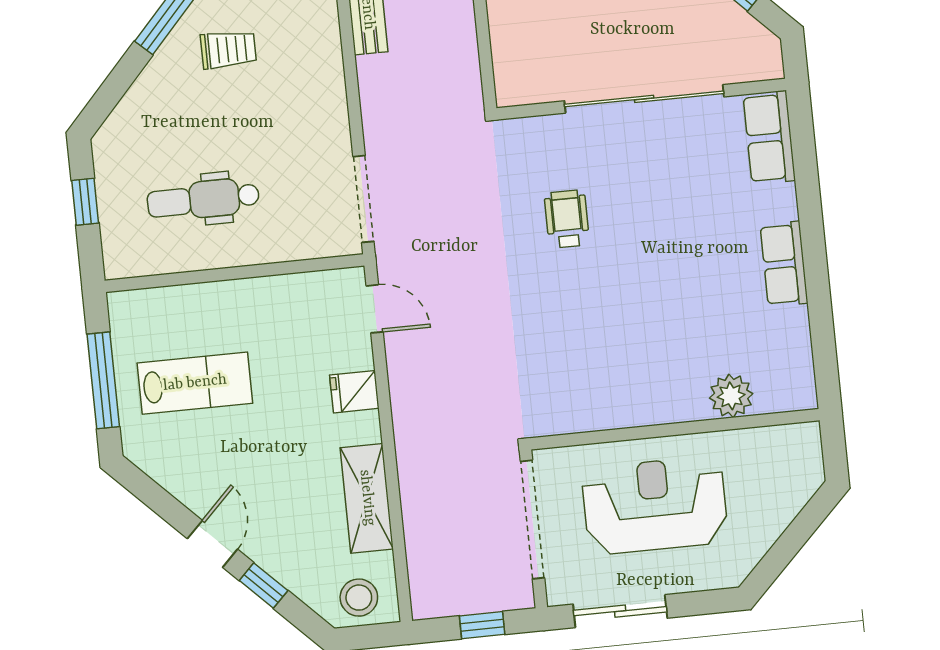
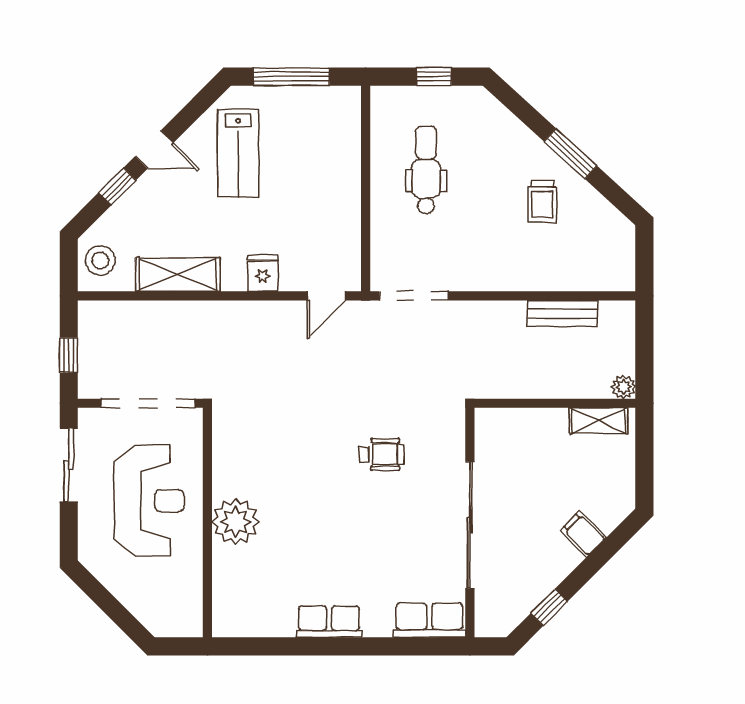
lab bench: (195, 383) -> (238, 153), moved
plant: (731, 396) -> (236, 522), moved, width x1.36, depth x1.36

